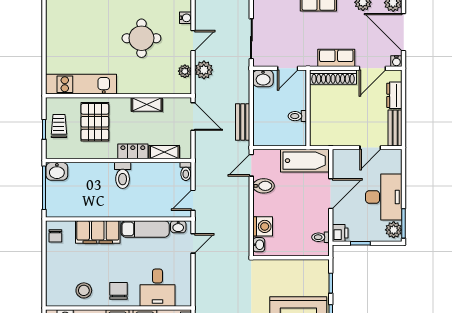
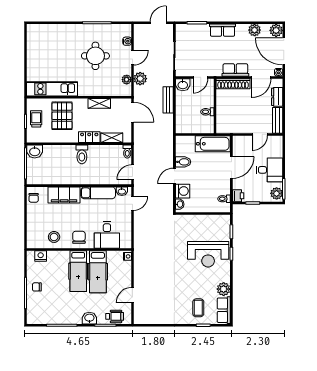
bench: (243, 122) -> (168, 100), moved
door: (251, 165) -> (174, 176), moved
desk: (384, 197) -> (269, 170), width x0.73

